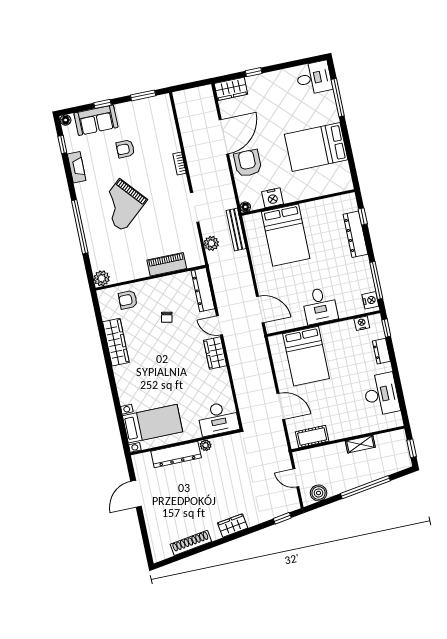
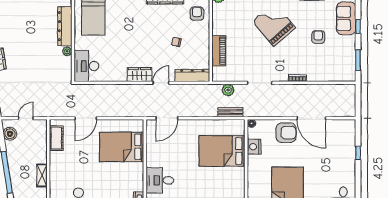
wardrobe: (231, 89) -> (348, 132), removed
bench: (236, 229) -> (230, 112), width x0.73
desk: (320, 306) -> (160, 180), moved

